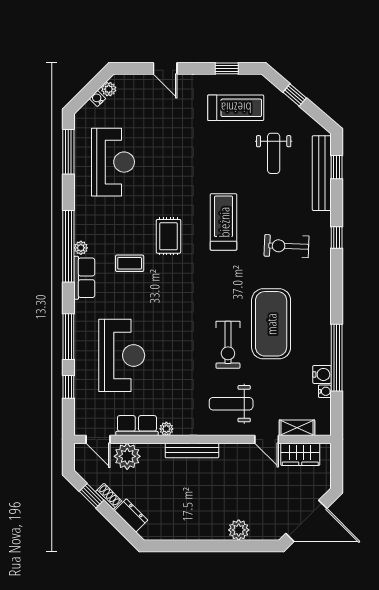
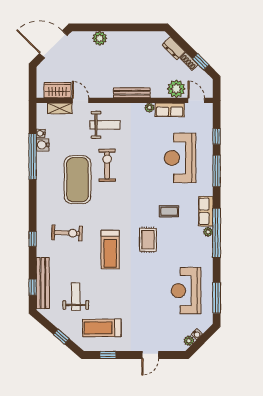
door: (165, 68) -> (150, 355), swing flipped
coffee table: (130, 263) -> (169, 211), moved

